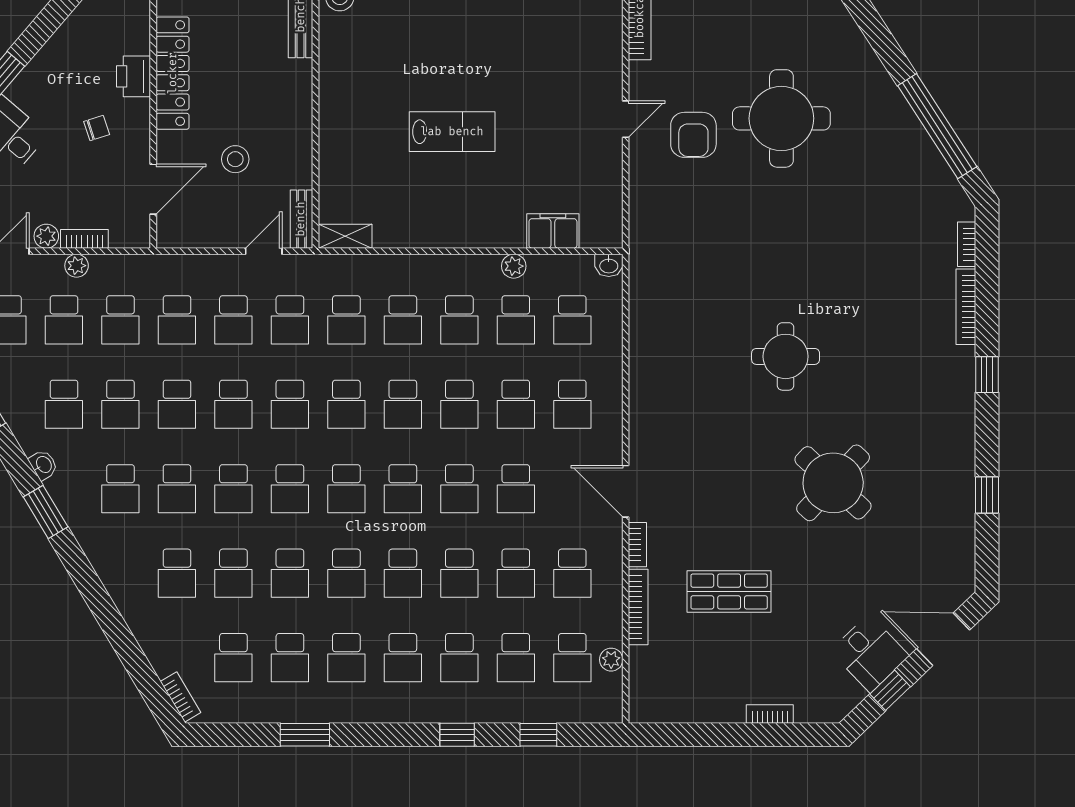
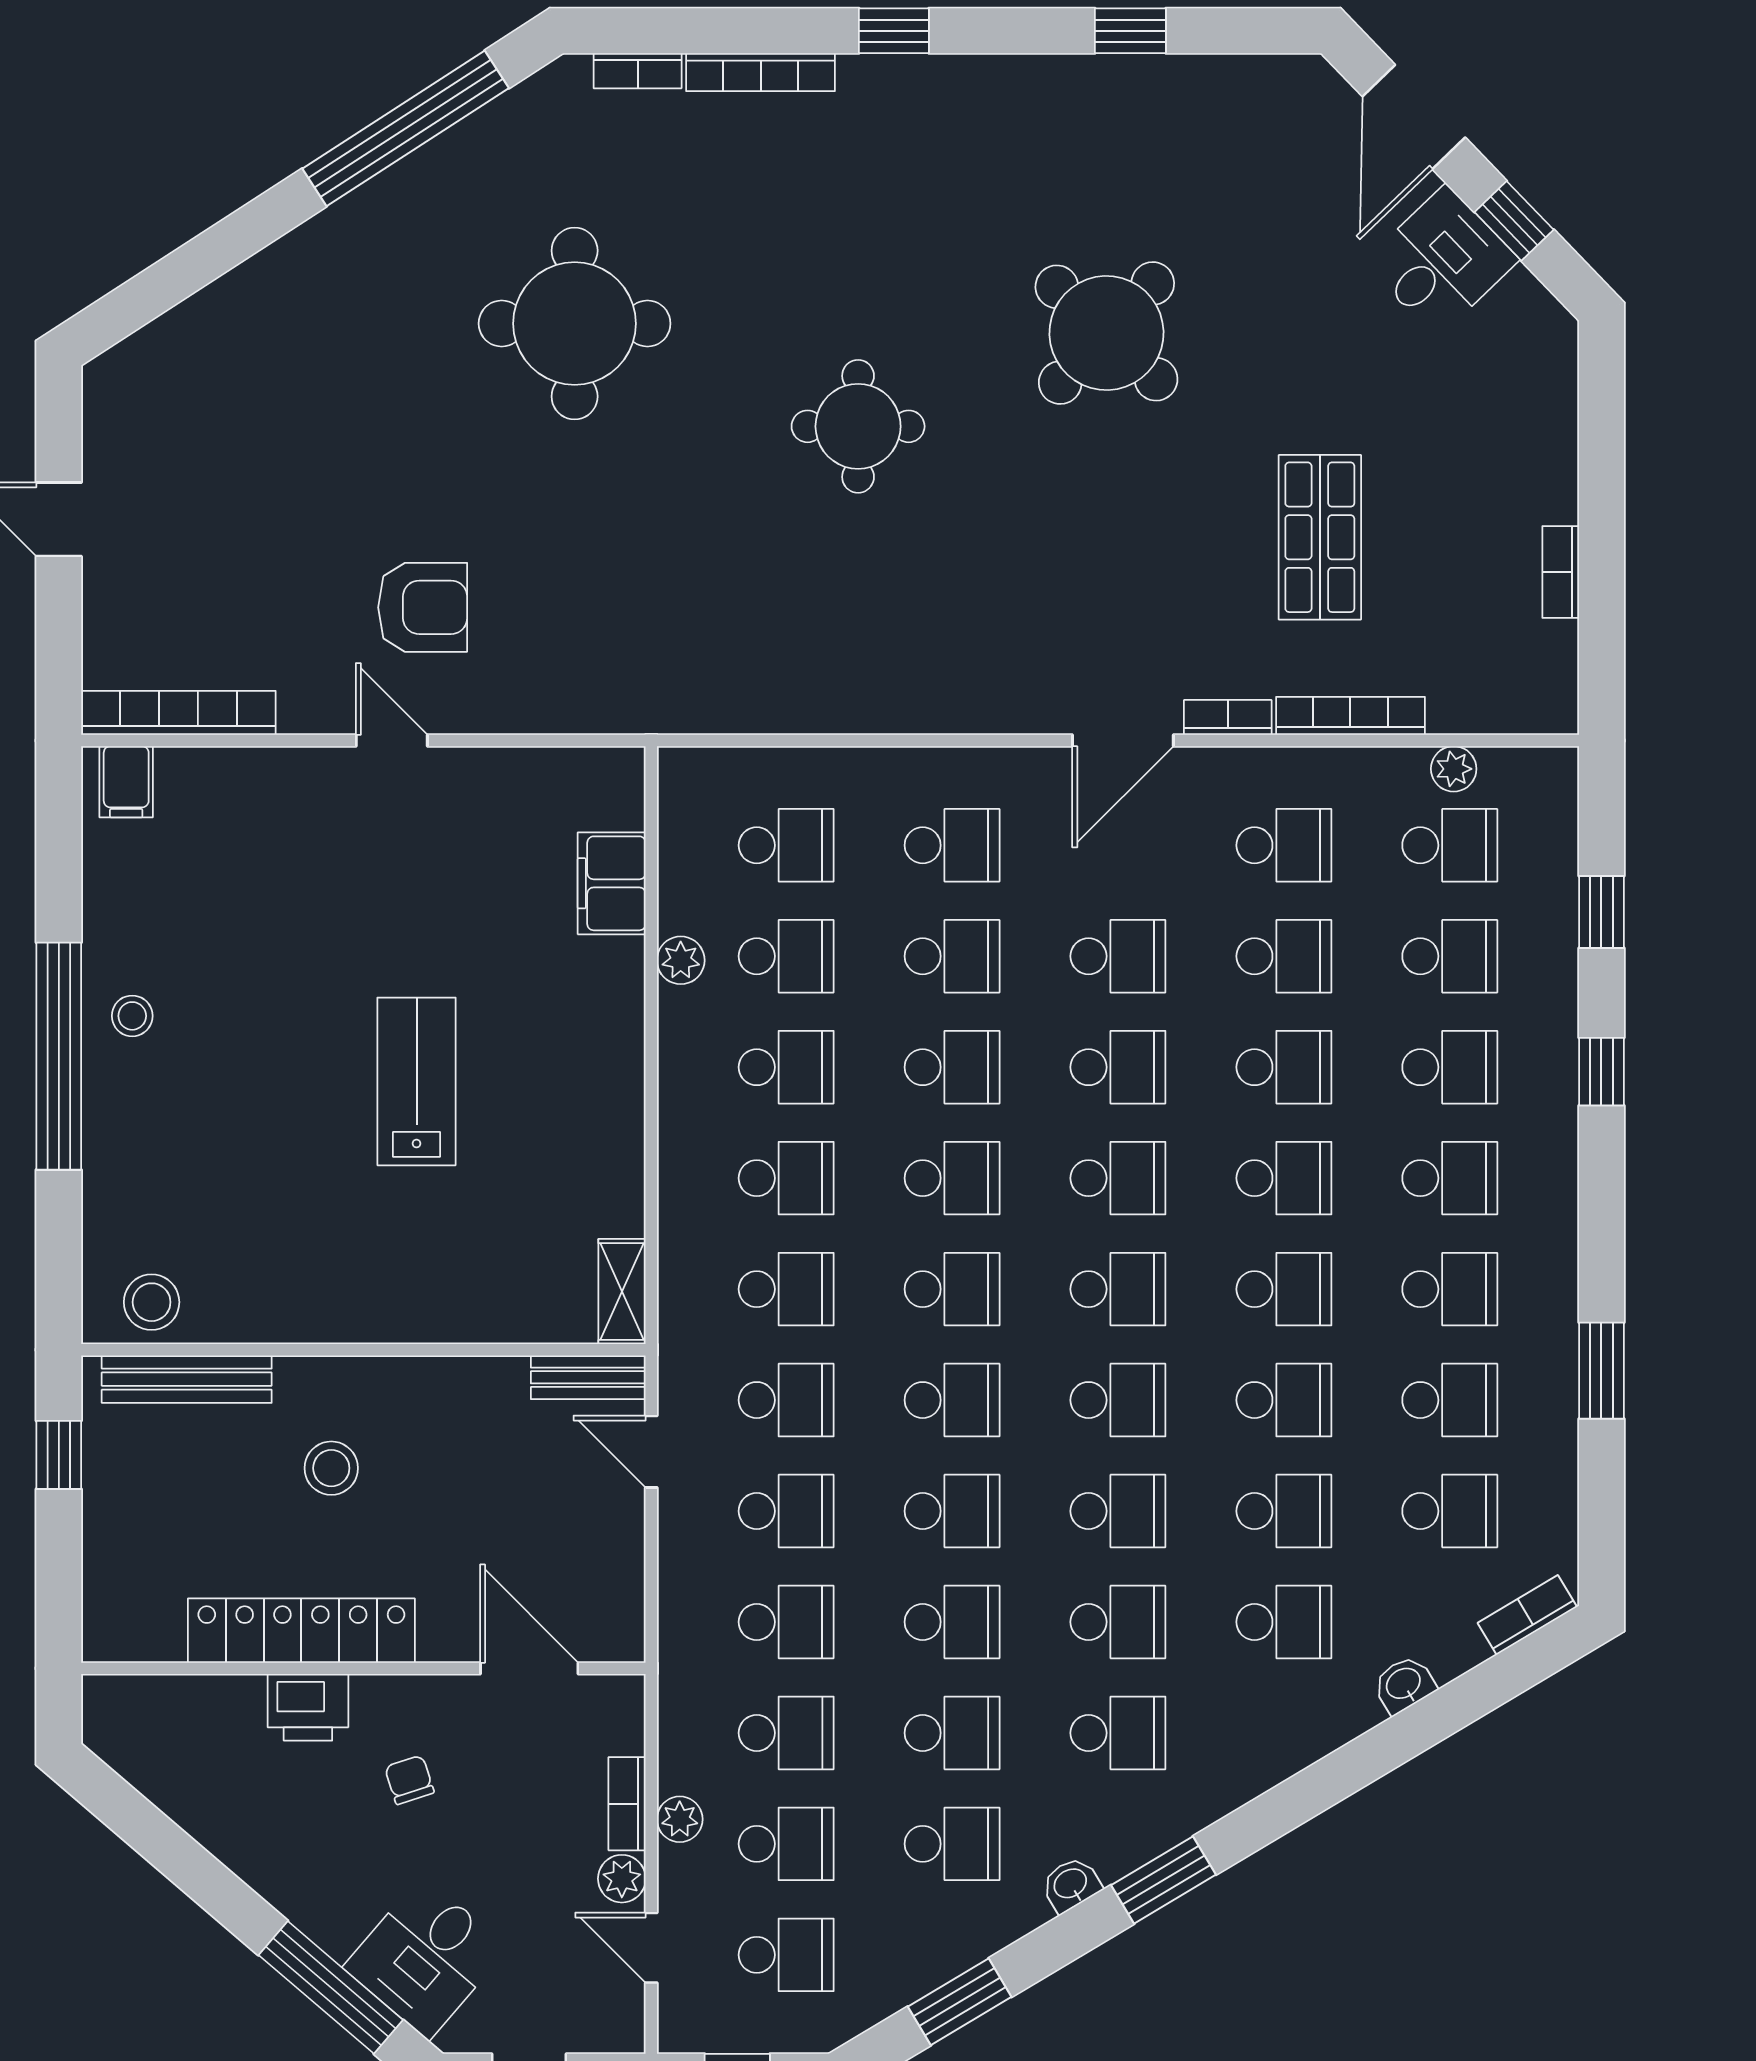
round table: (781, 118) -> (575, 324), moved
stool: (235, 159) -> (331, 1468), moved
washbasin: (609, 265) -> (1404, 1684), moved, turned -121
bookcase: (770, 714) -> (1561, 572), moved

